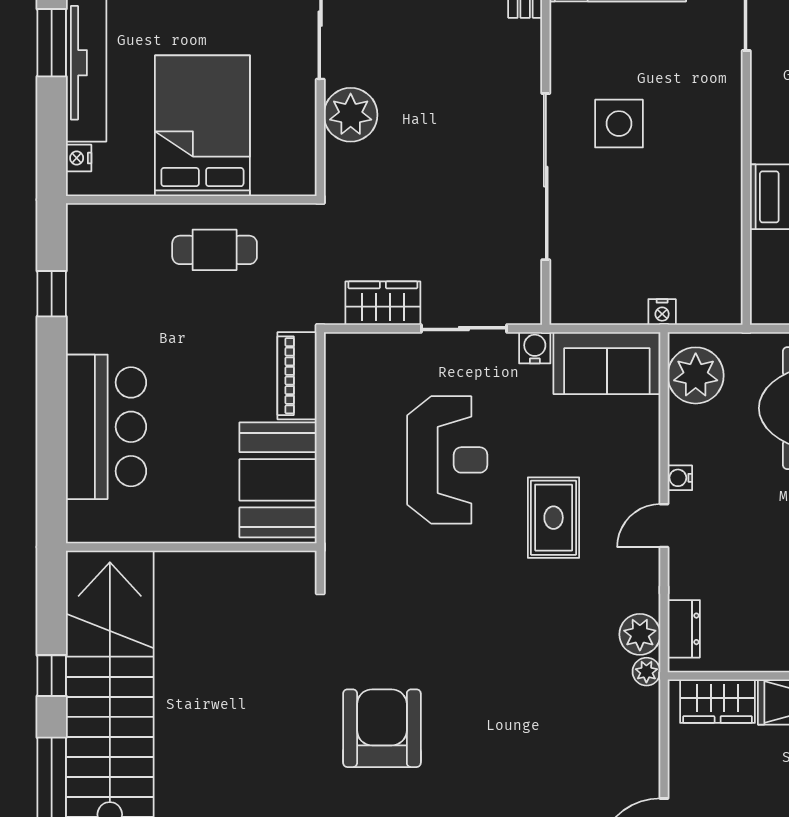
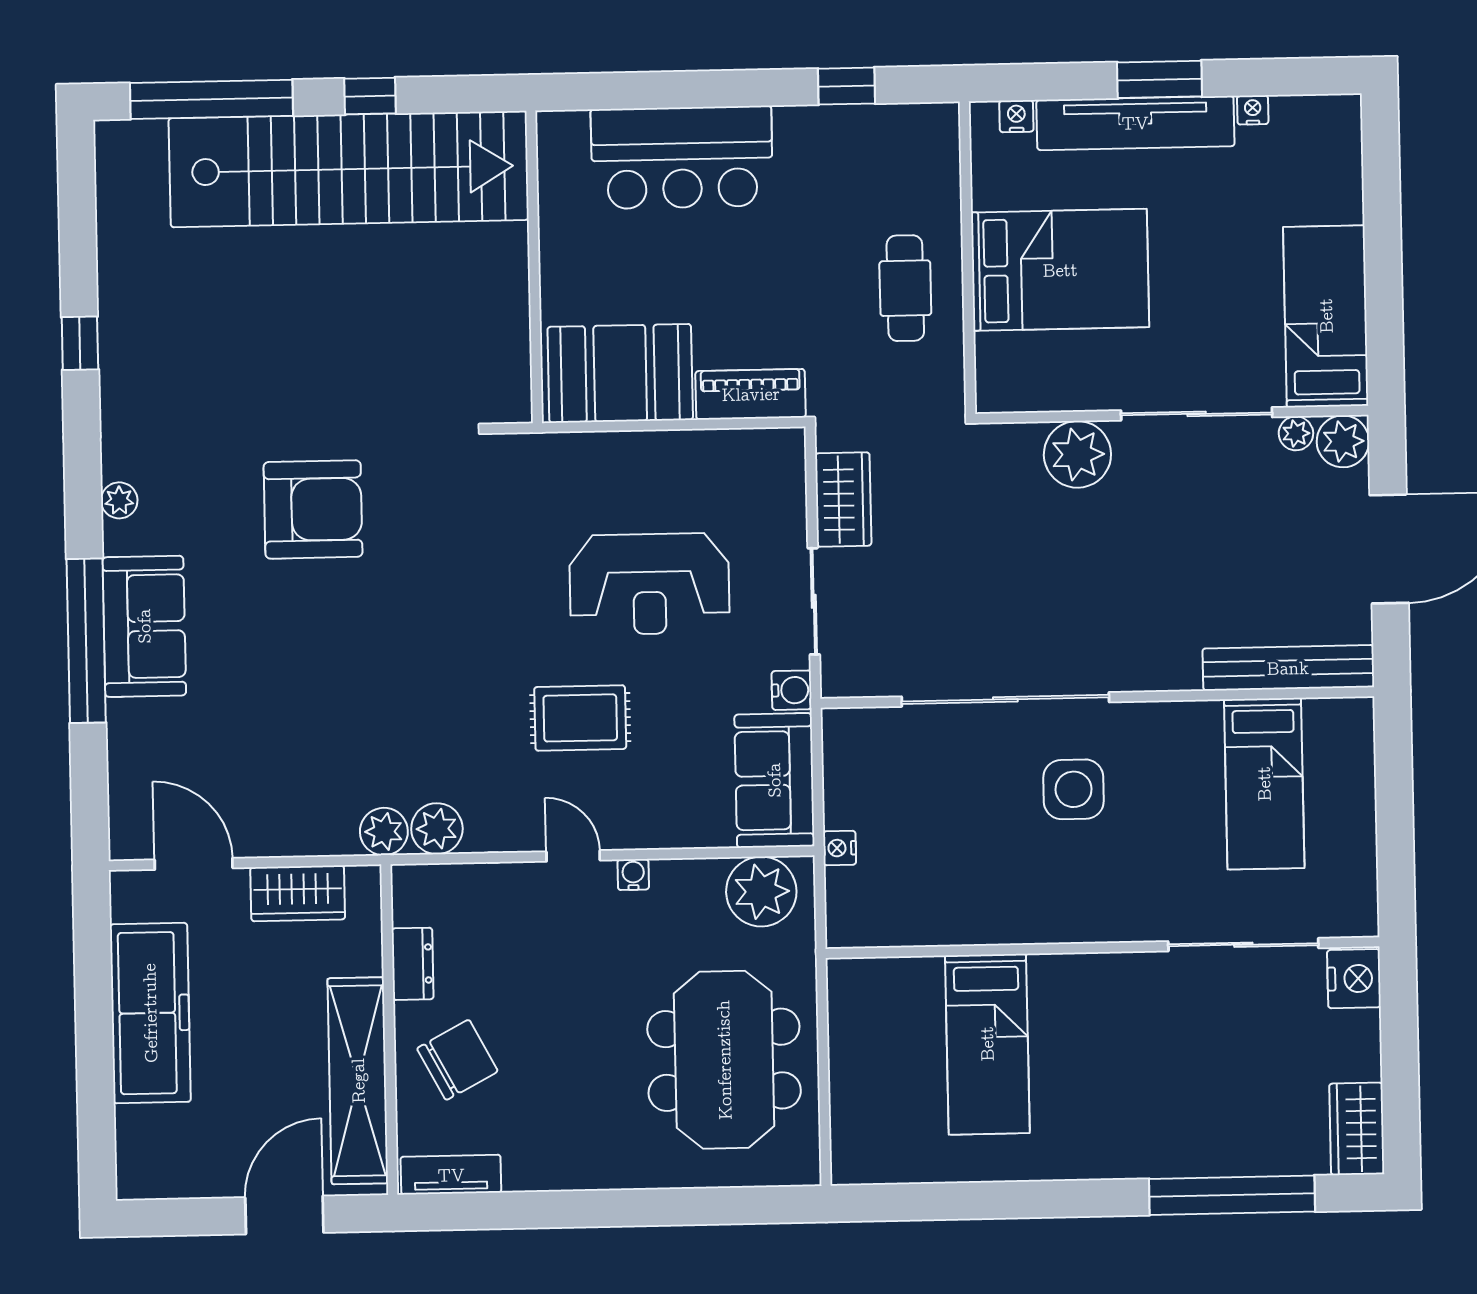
dresser: (684, 629) -> (413, 964), moved, turned -90
plant: (646, 672) -> (384, 832), width x1.38, depth x1.38
wardrobe: (718, 701) -> (298, 893), moved, turned -90

